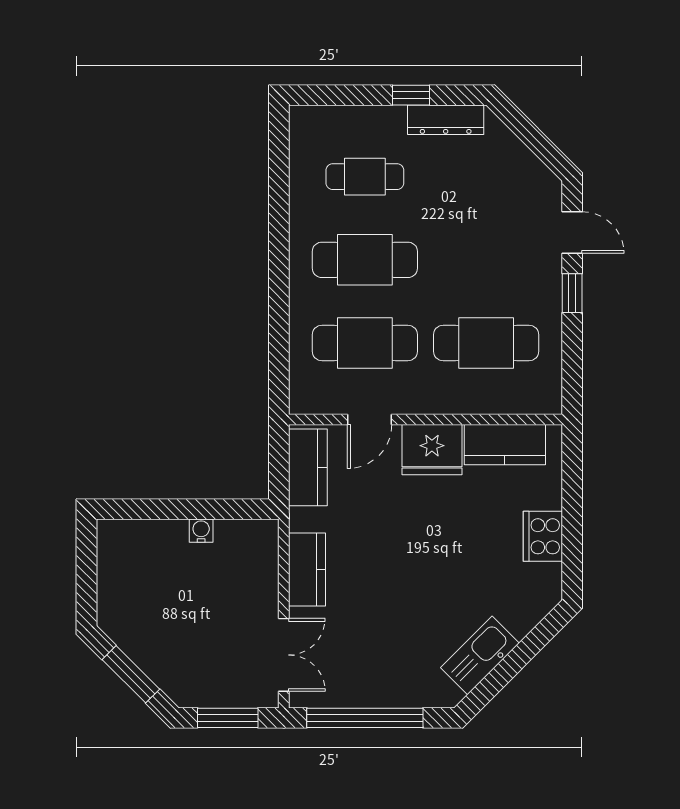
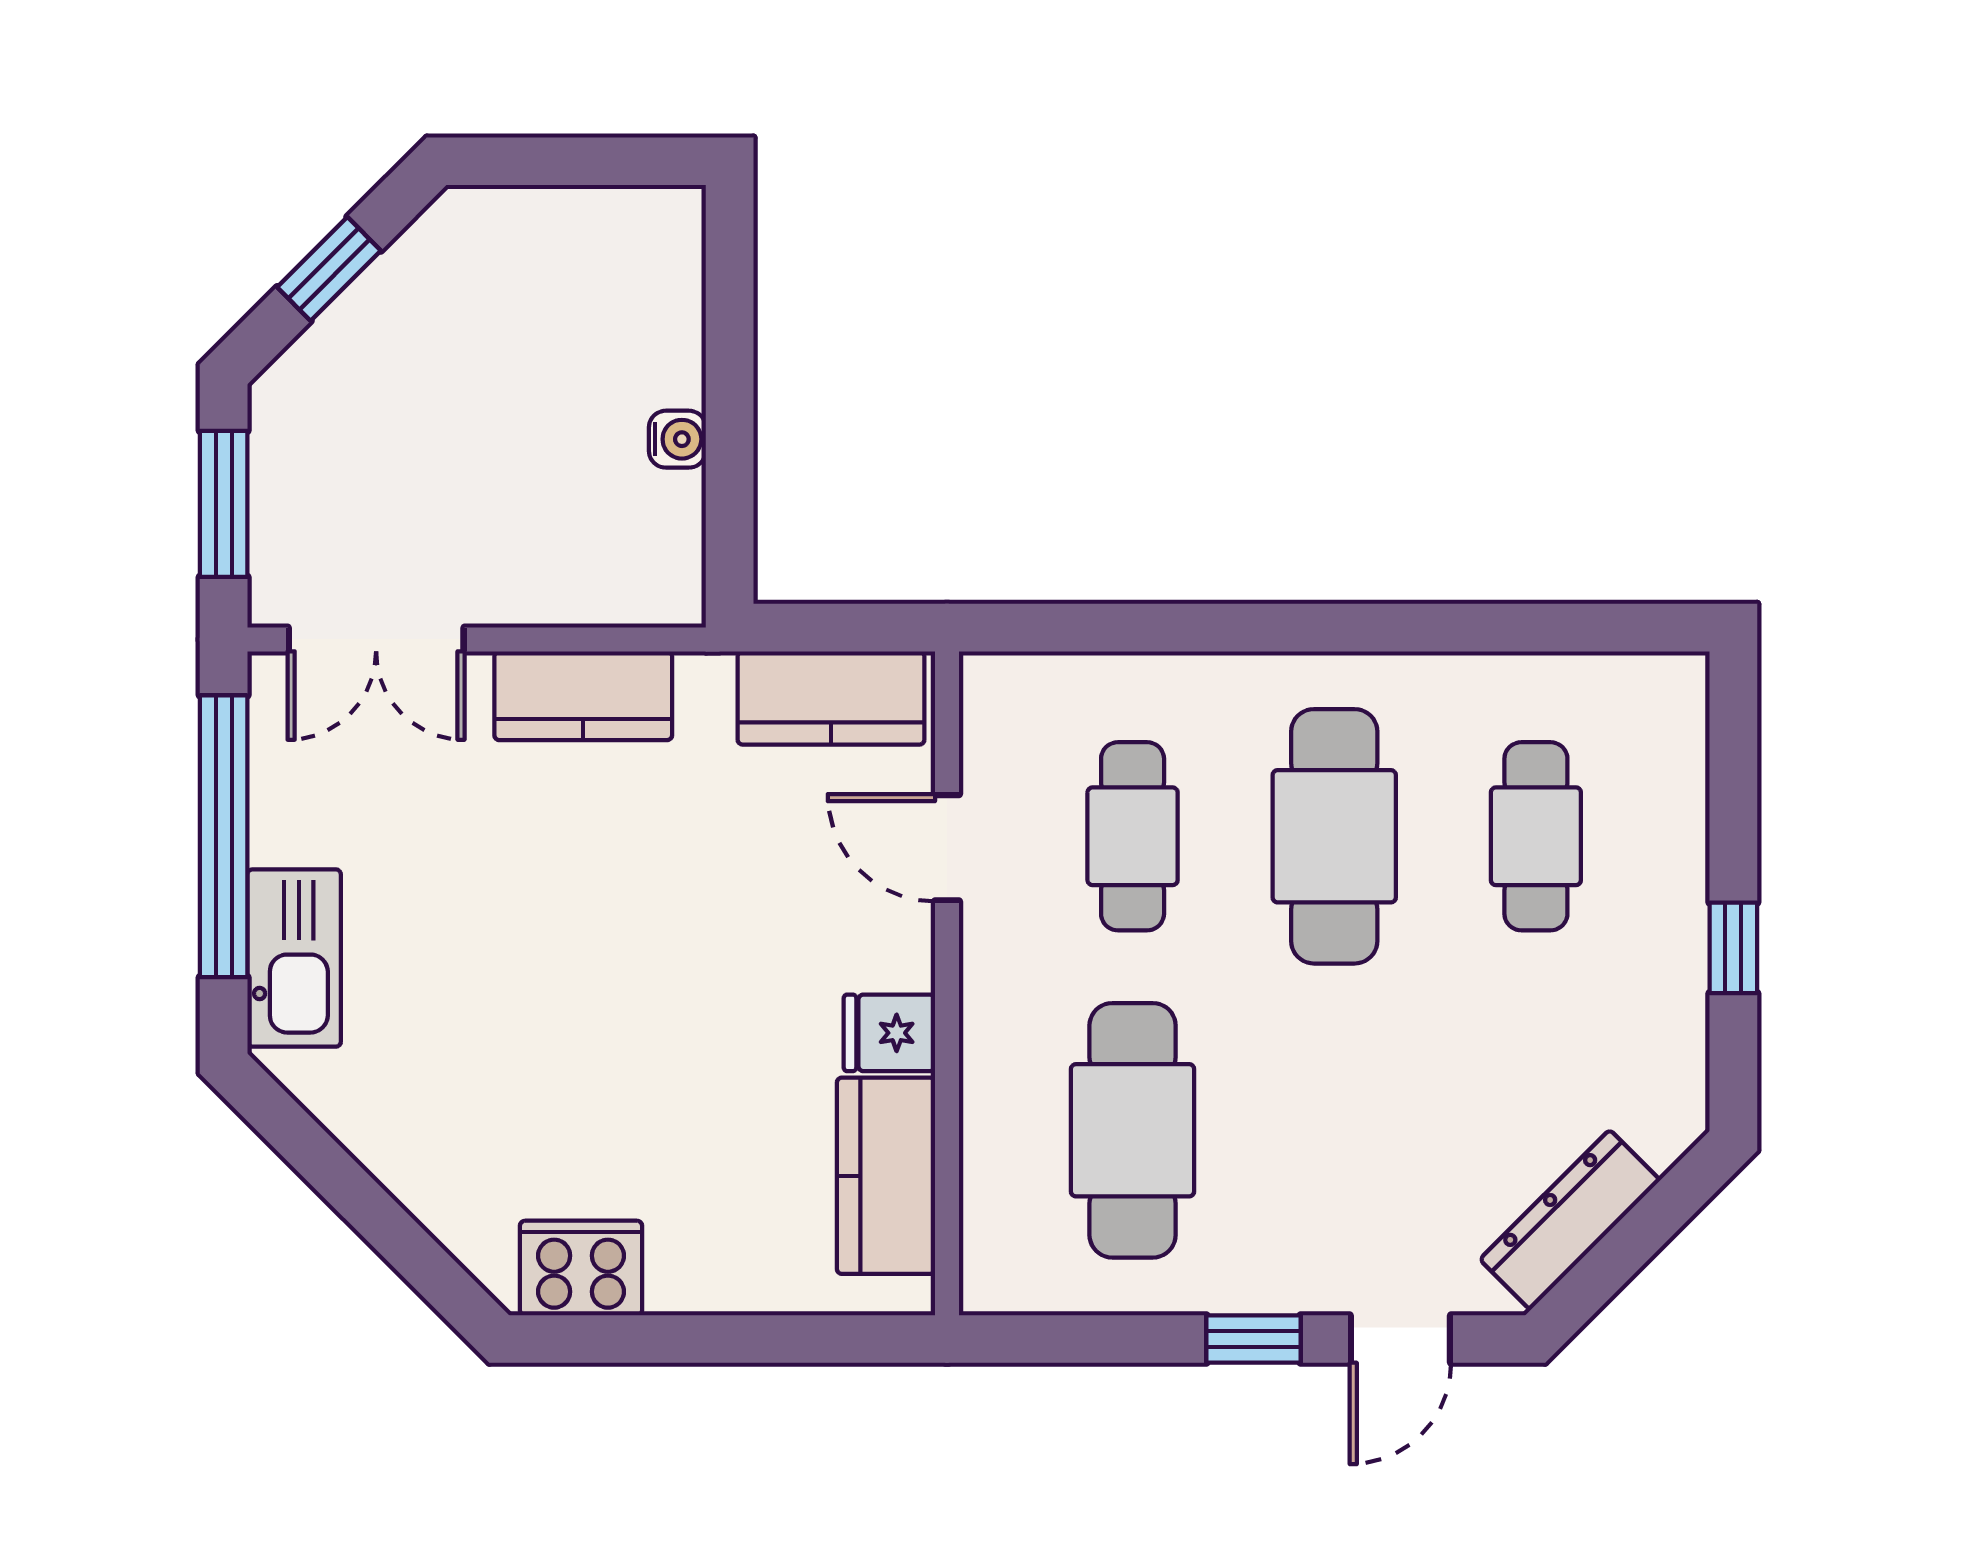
dresser: (446, 120) -> (1570, 1220), moved, turned 45
cafe table: (365, 343) -> (1133, 836), width x0.73, depth x0.74
fridge: (432, 450) -> (889, 1033), width x0.53, depth x0.75
cooker: (543, 536) -> (581, 1268), moved
kitchen sink: (480, 655) -> (294, 958), moved, turned 45
window: (131, 674) -> (329, 269), width x0.67

